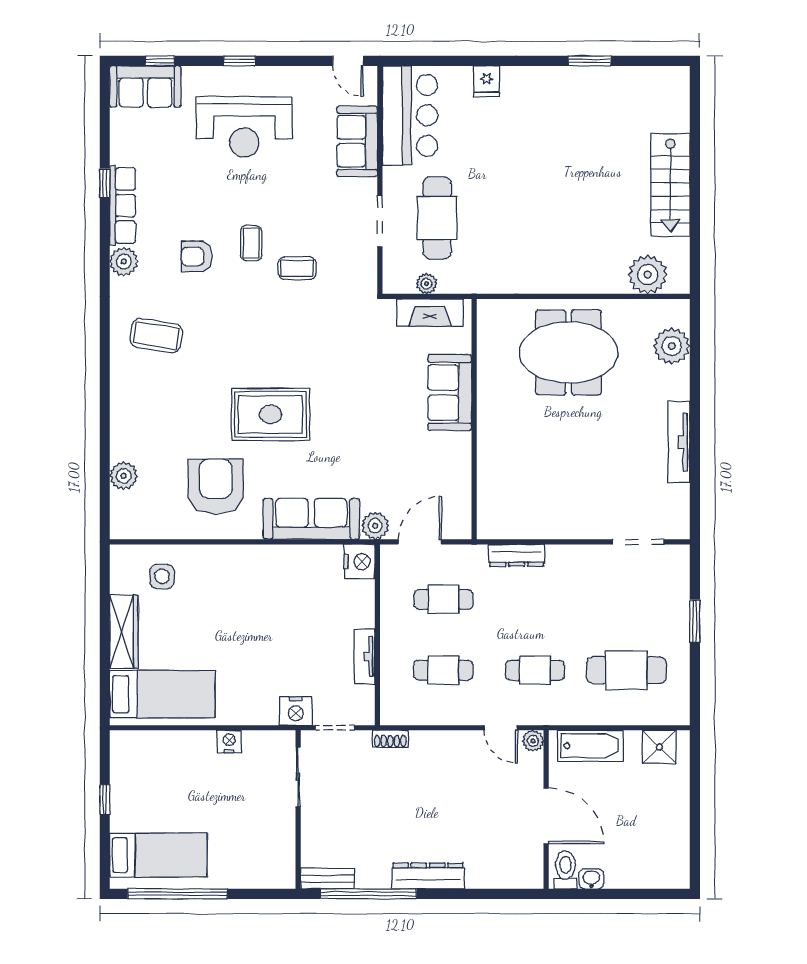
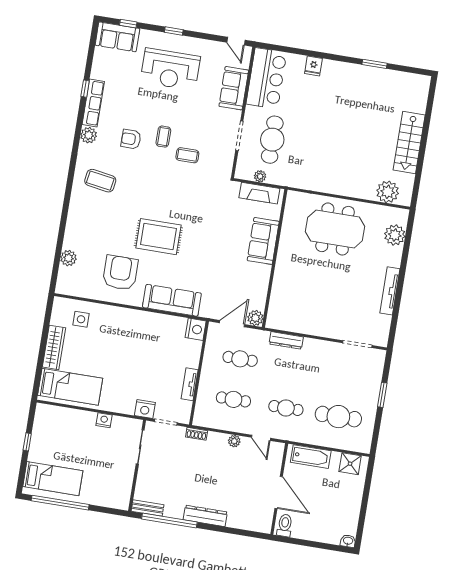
plant: (375, 526) -> (255, 318), moved
plant: (533, 741) -> (234, 441), moved
washbasin: (591, 879) -> (348, 541), moved

